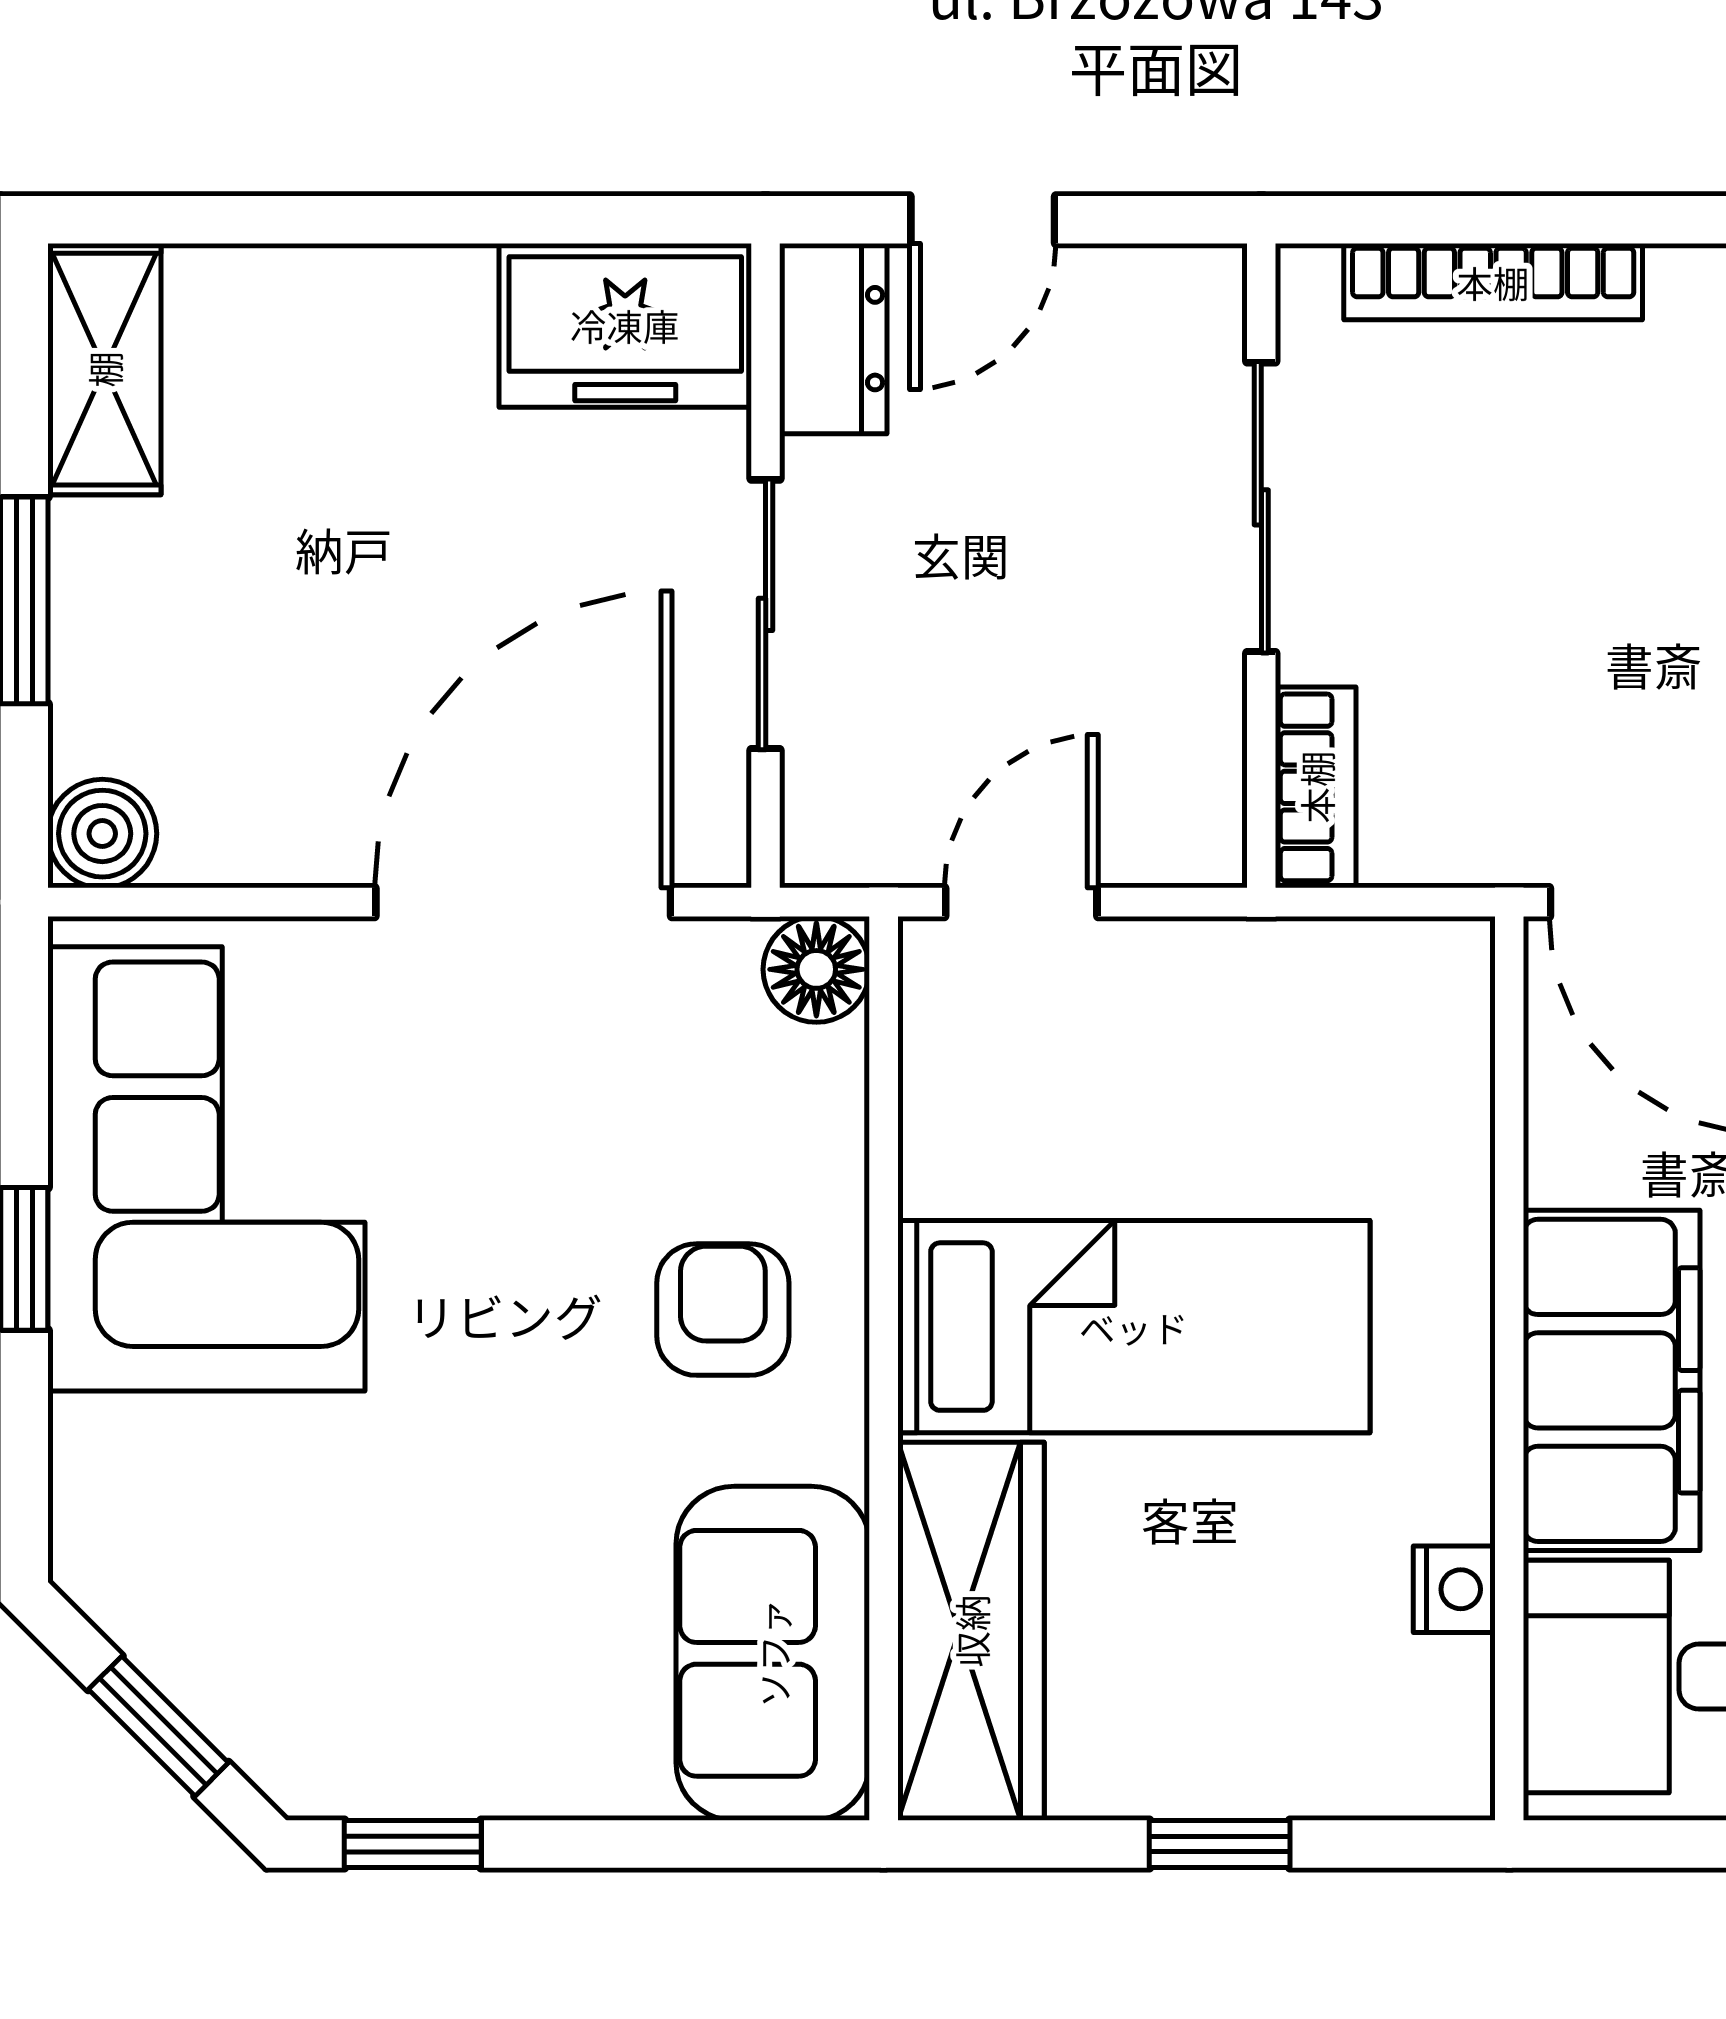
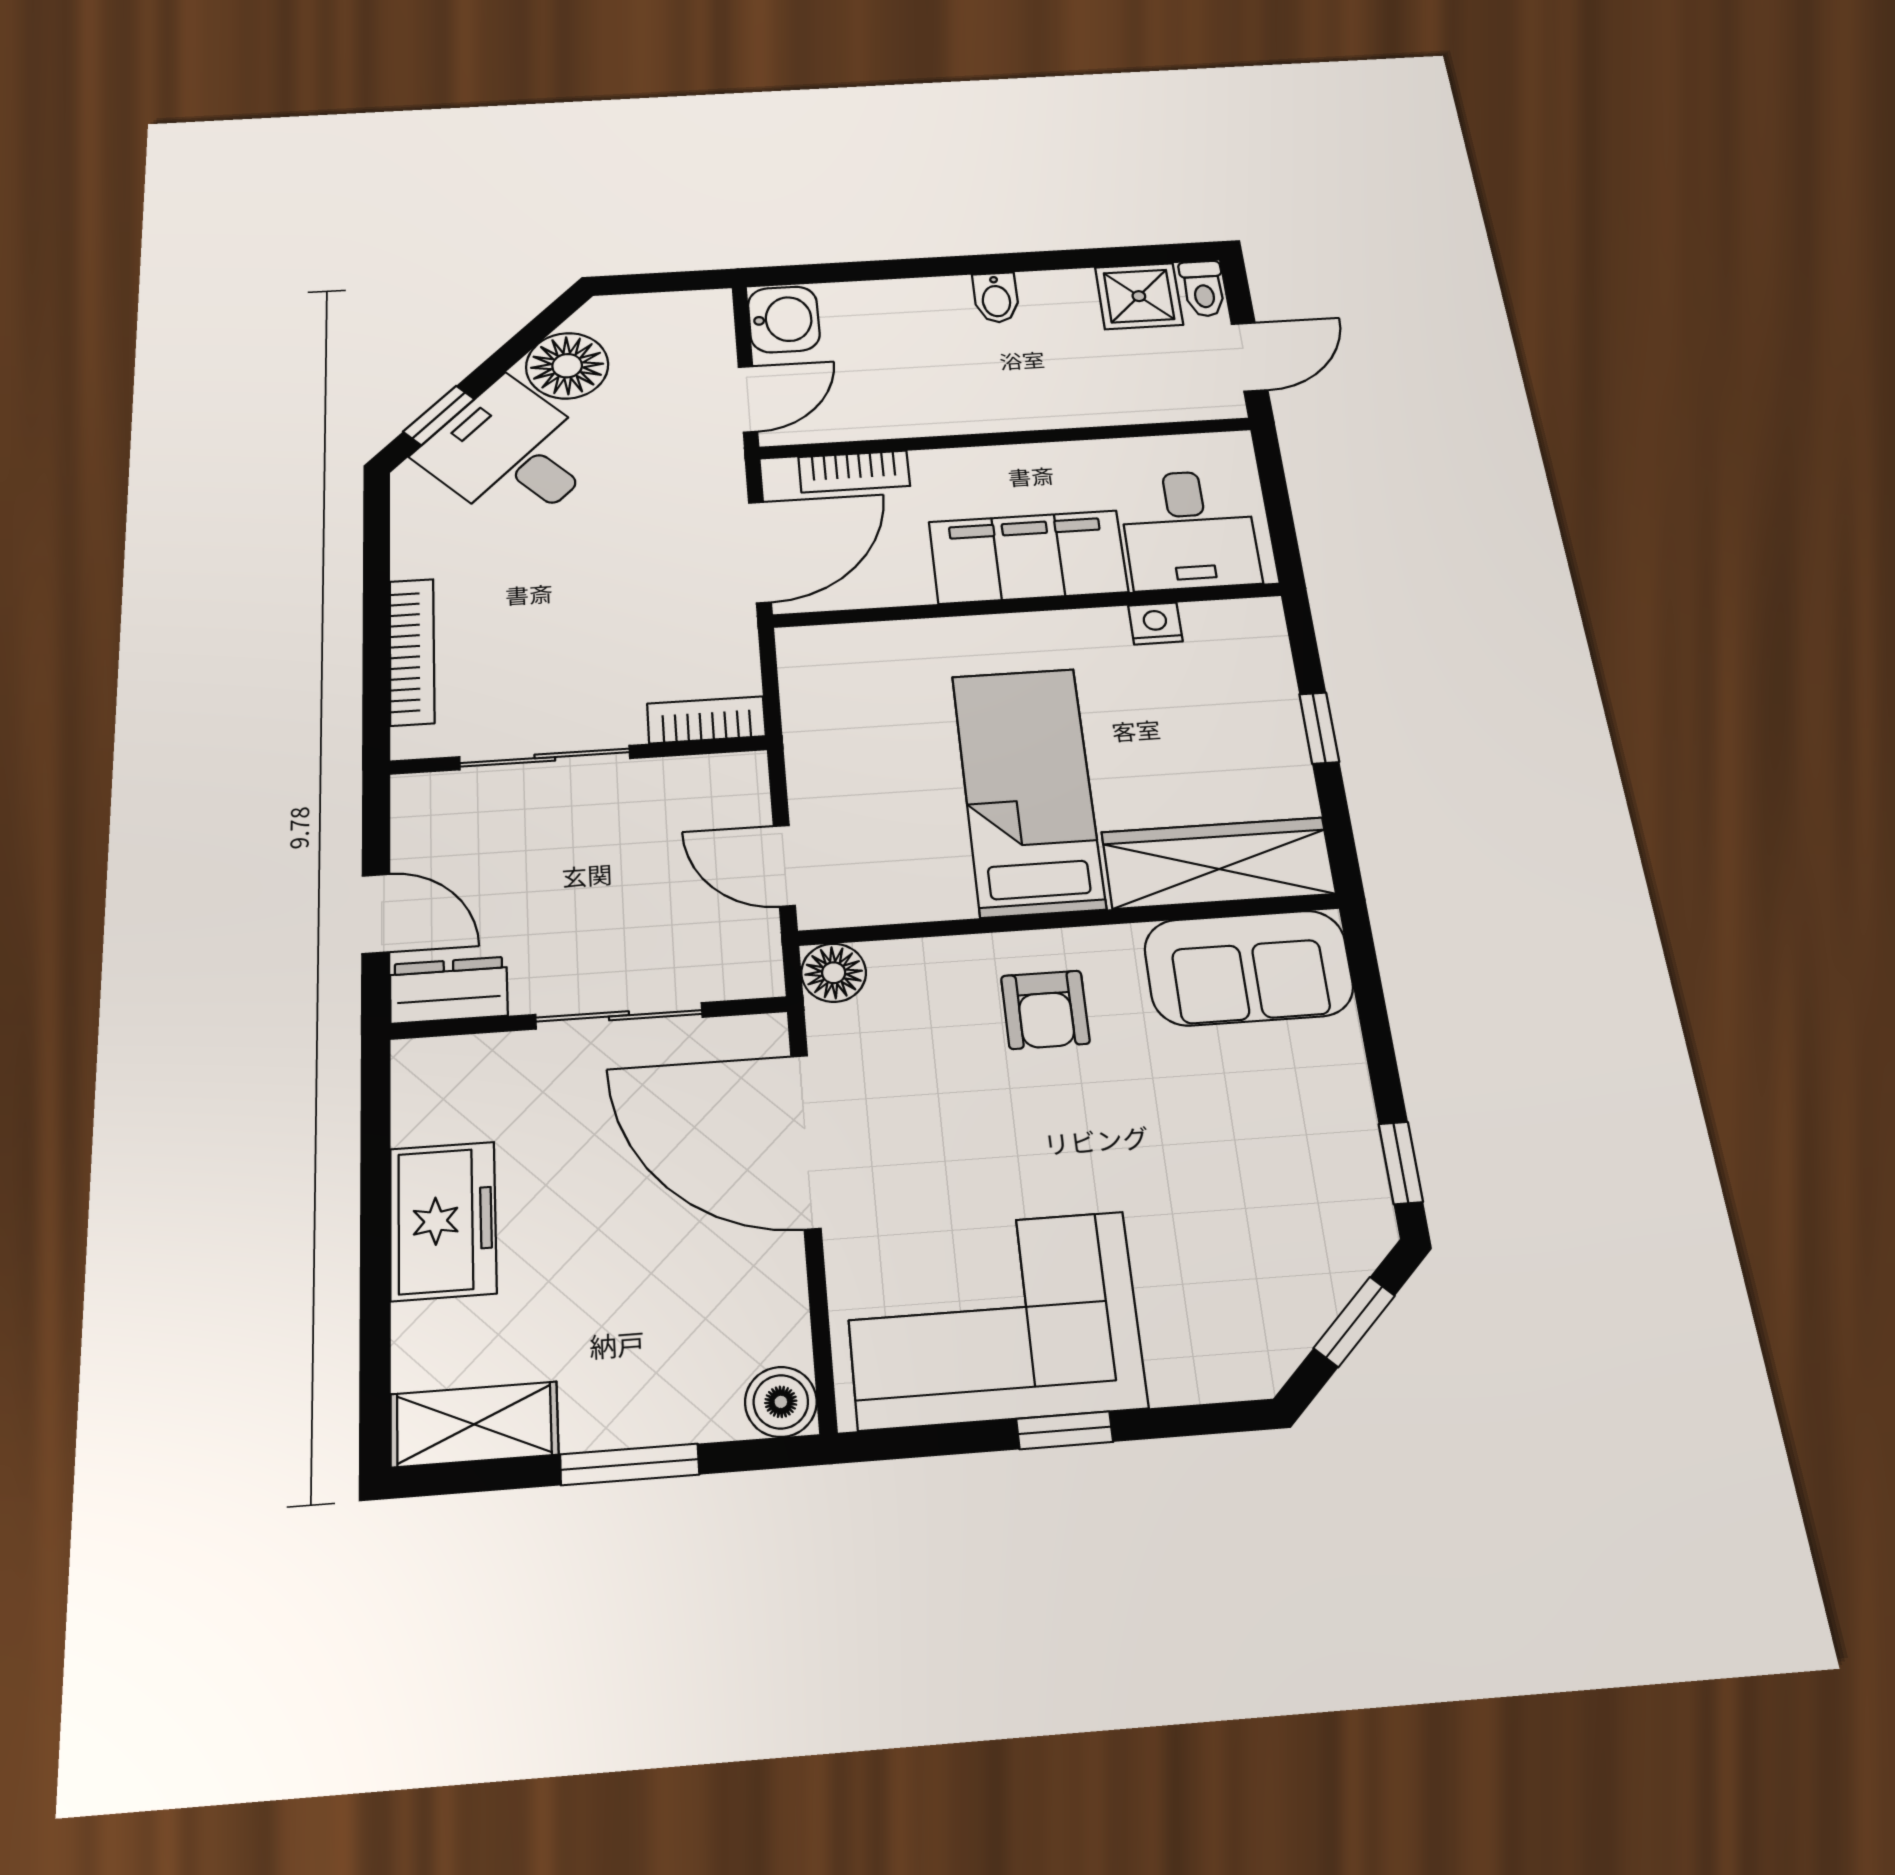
freezer: (625, 325) -> (443, 1221), moved
armchair: (723, 1310) -> (1045, 1010), turned -90

